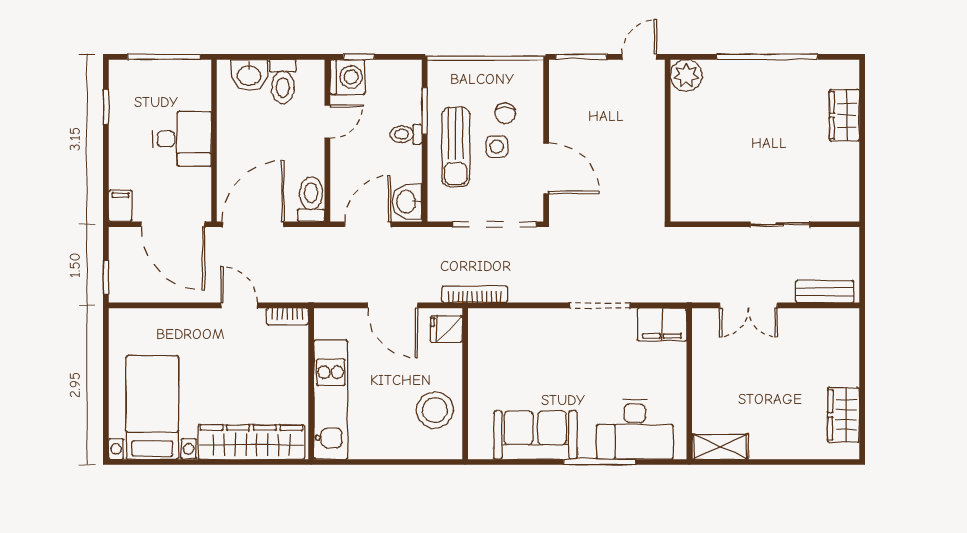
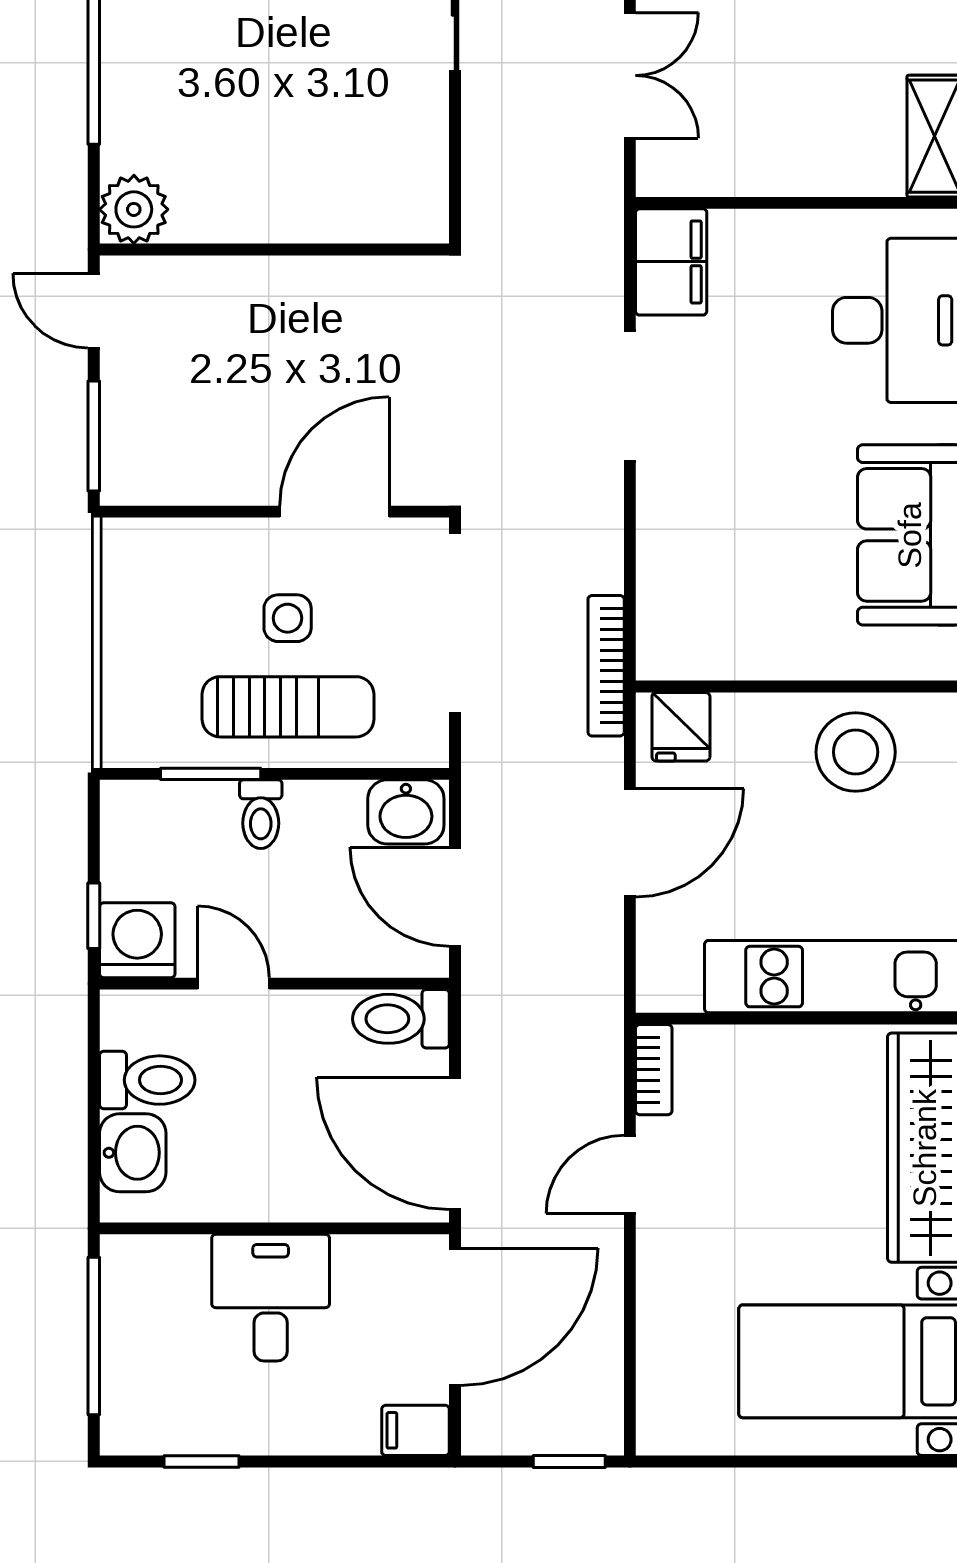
chair: (505, 113) -> (216, 600), removed

